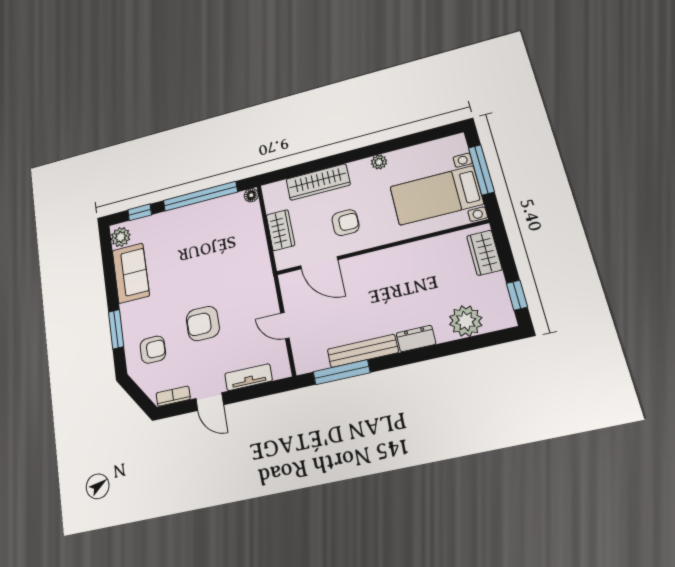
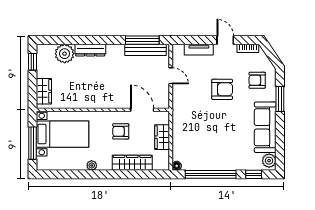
sofa: (131, 273) -> (265, 127), width x1.36
dresser: (416, 338) -> (90, 50), width x1.44
bench: (363, 351) -> (146, 50), moved

